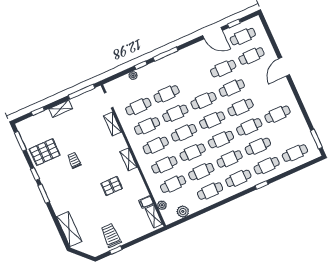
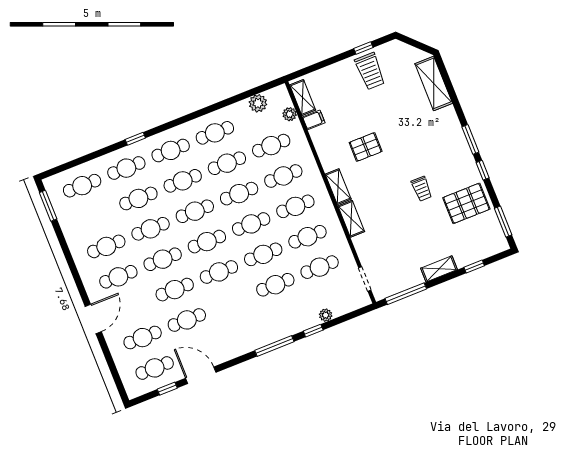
cafe table: (269, 95) -> (118, 277), added
shelving: (112, 124) -> (351, 219), moved

